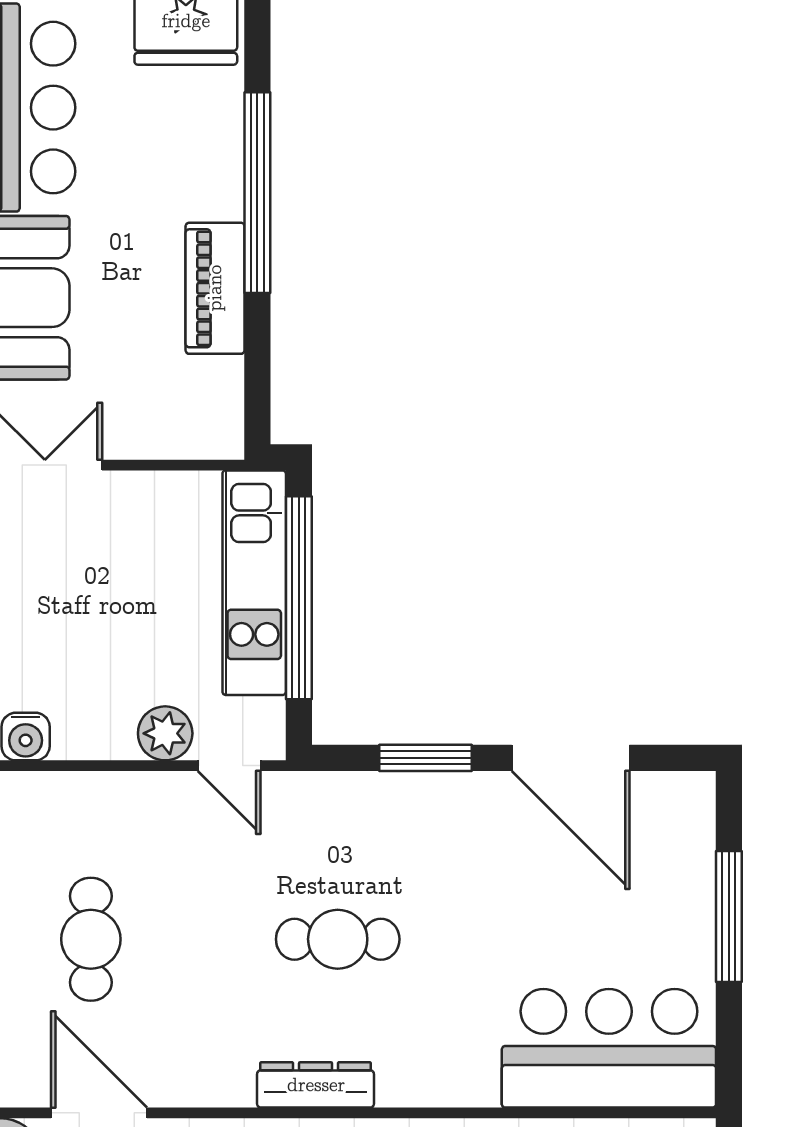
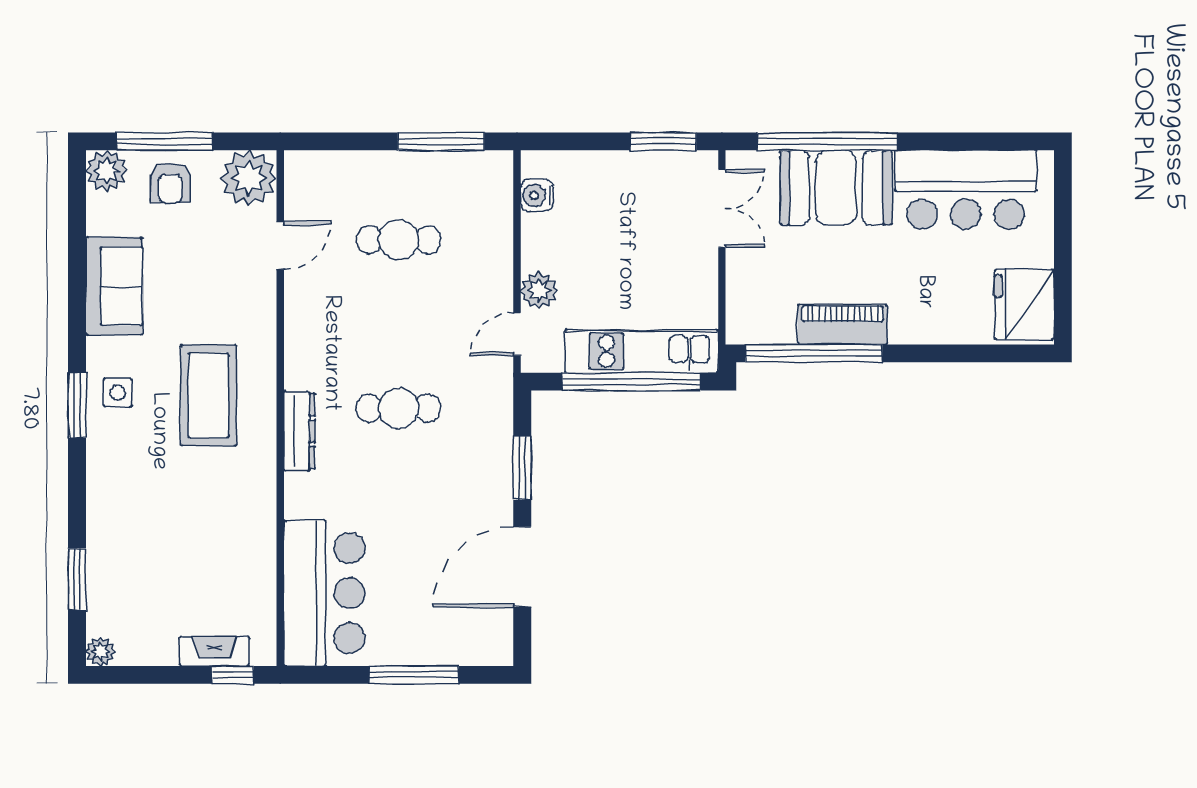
window: (257, 193) -> (814, 353), moved
cafe table: (338, 939) -> (399, 408), turned 90
dresser: (316, 1085) -> (299, 431), moved
door: (99, 1113) -> (280, 245), width x0.73

